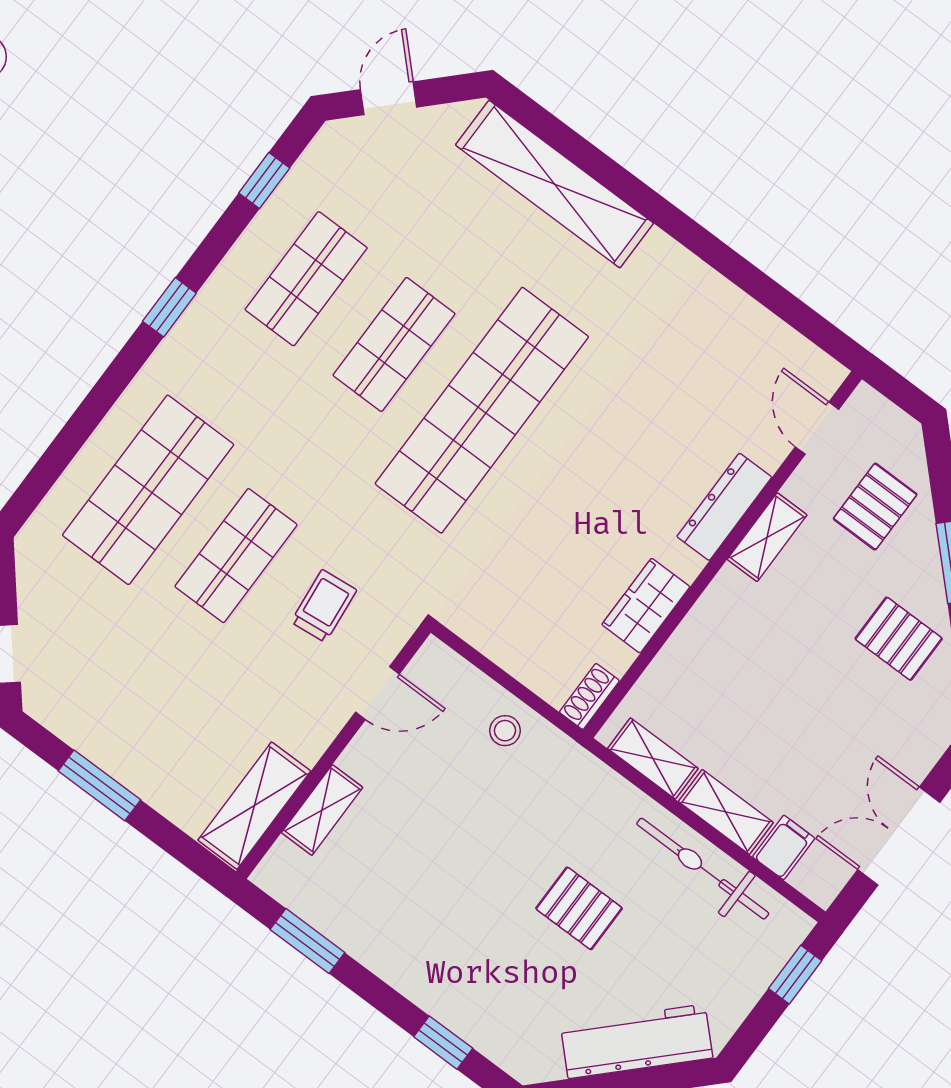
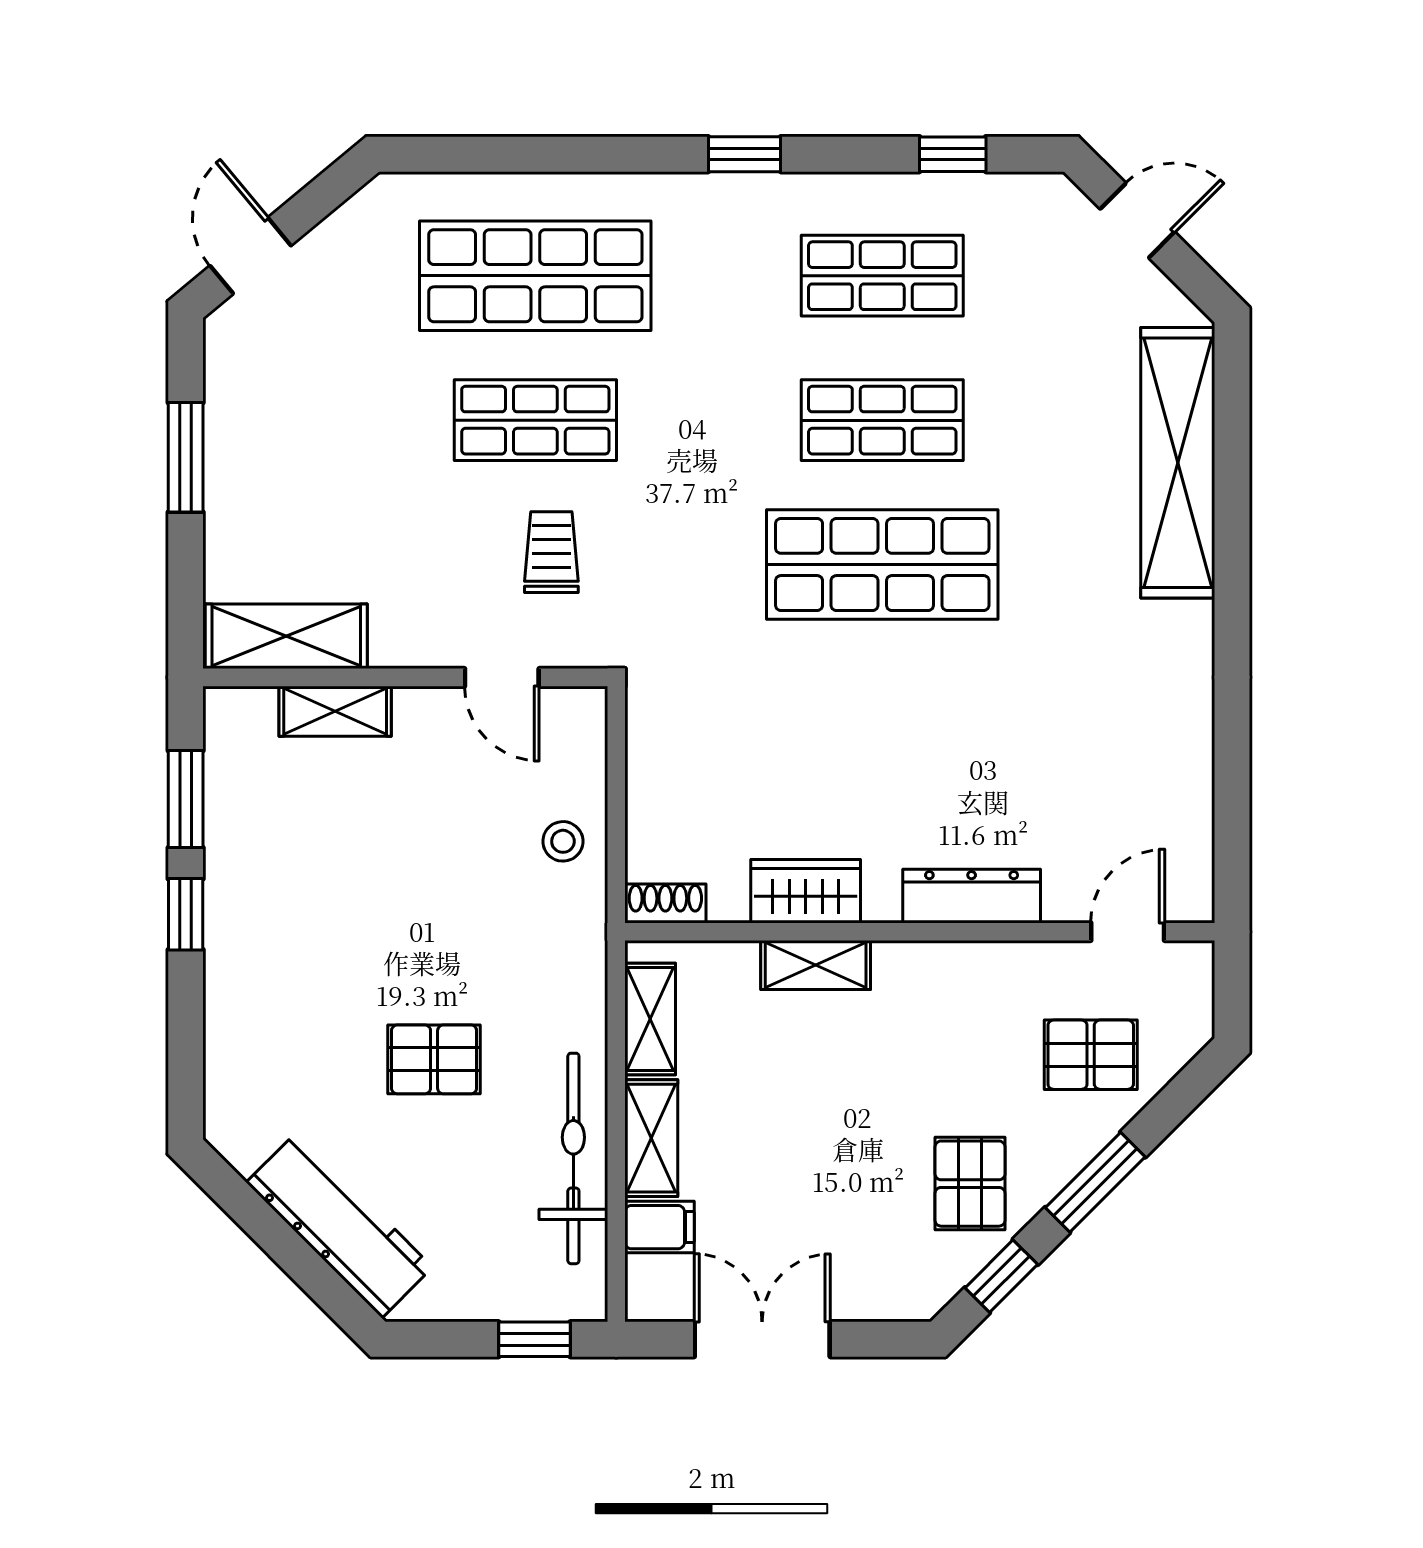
shop shelf: (482, 410) -> (882, 564), width x0.71
shelving: (767, 537) -> (816, 965), moved
trolley: (324, 606) -> (551, 552), turned -84
pallet: (579, 908) -> (434, 1059), turned 90
window: (443, 1043) -> (186, 914), moved

